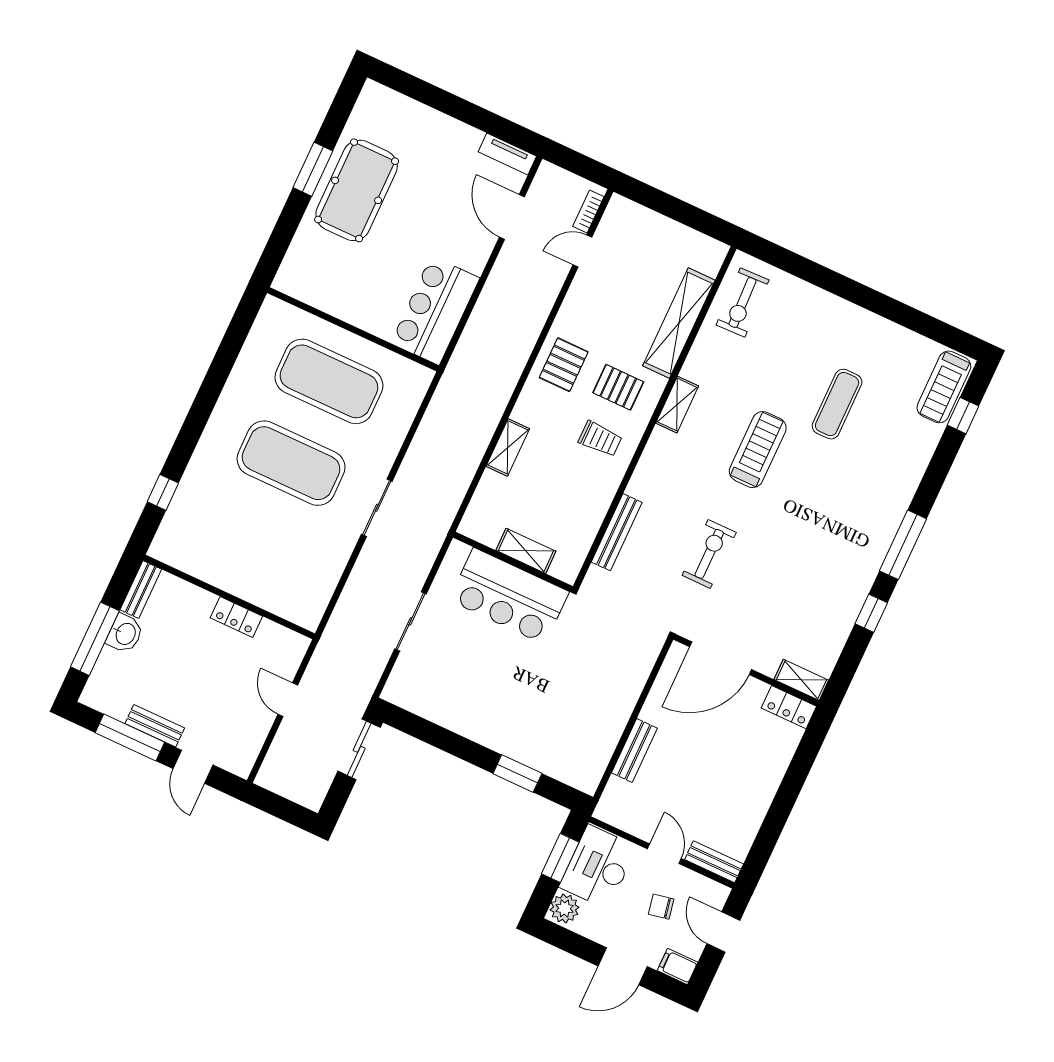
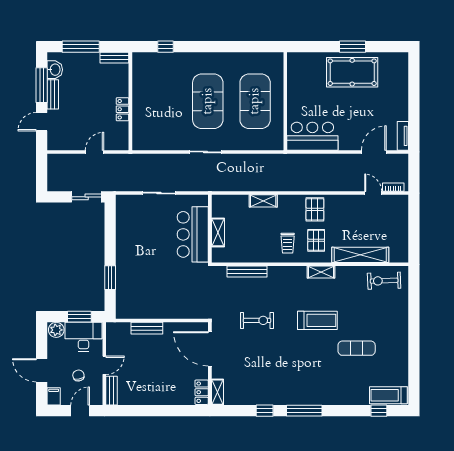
pallet: (564, 365) -> (315, 209), turned 90
washbasin: (125, 634) -> (55, 70), moved, turned -90

